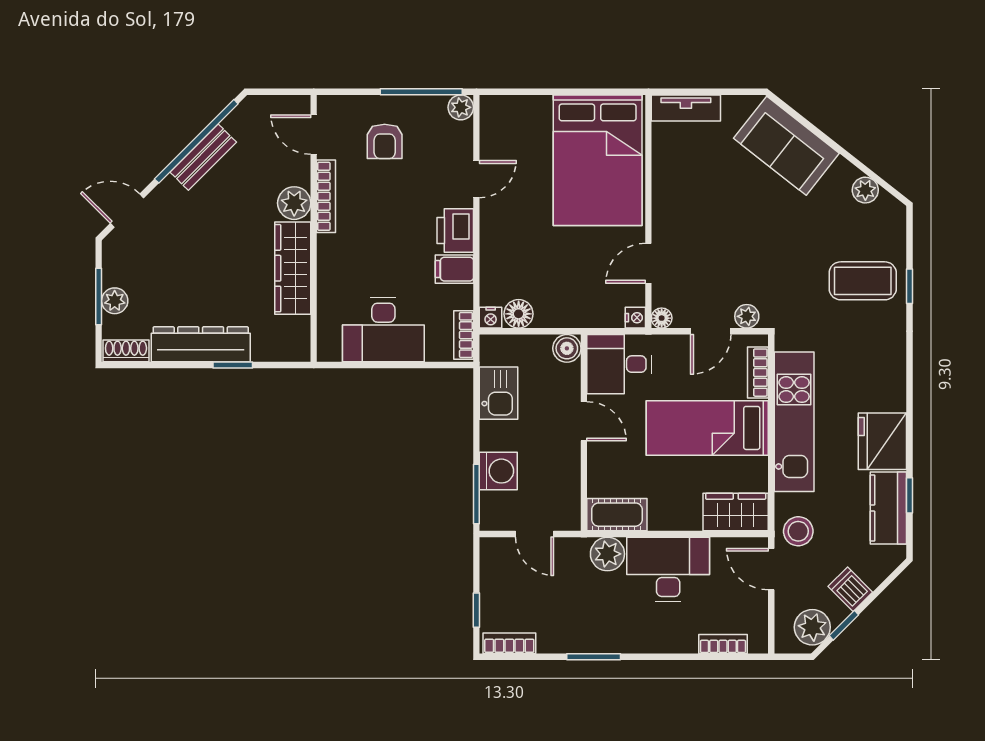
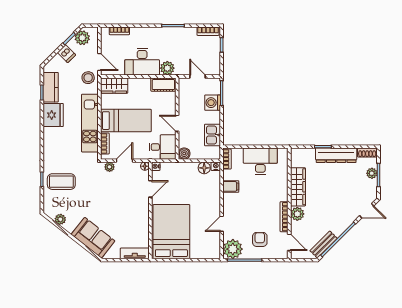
plant: (461, 107) -> (233, 249), width x1.88, depth x1.88
bench: (203, 157) -> (324, 244), moved
printer: (455, 230) -> (230, 202), removed

